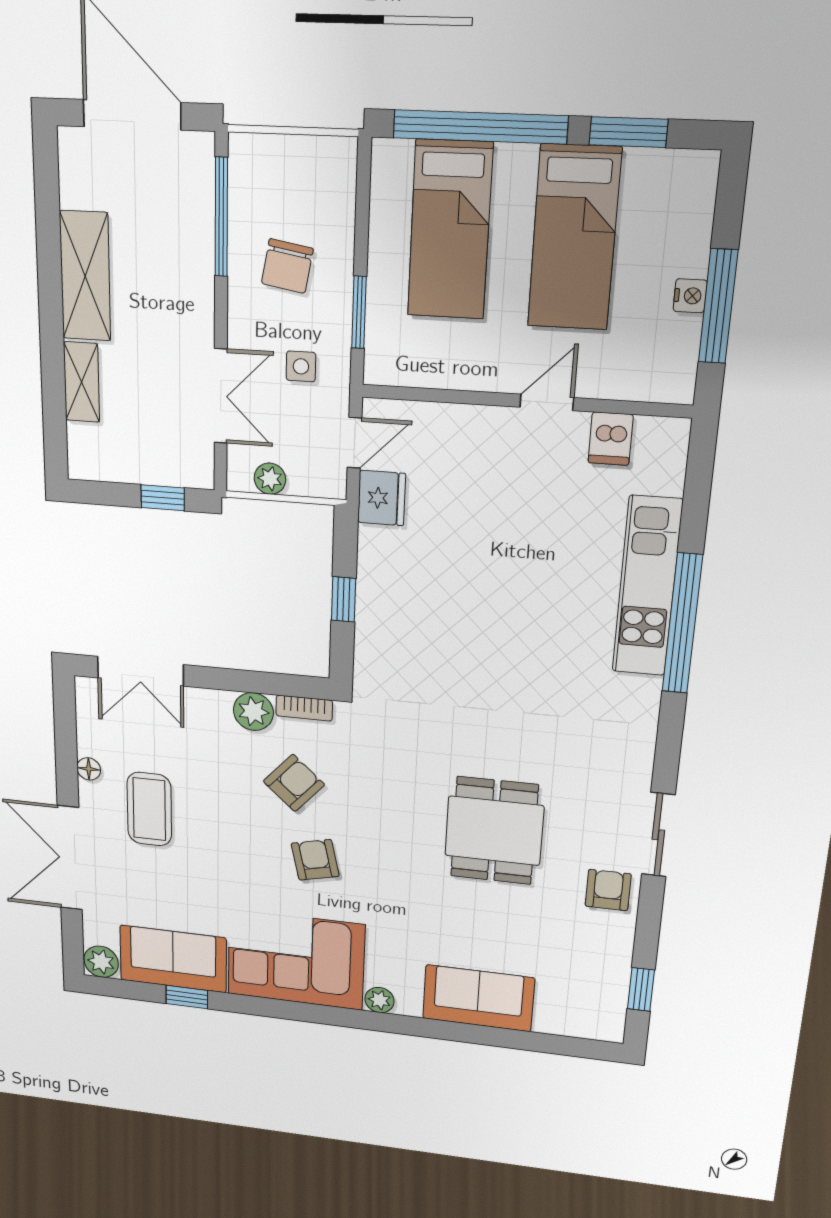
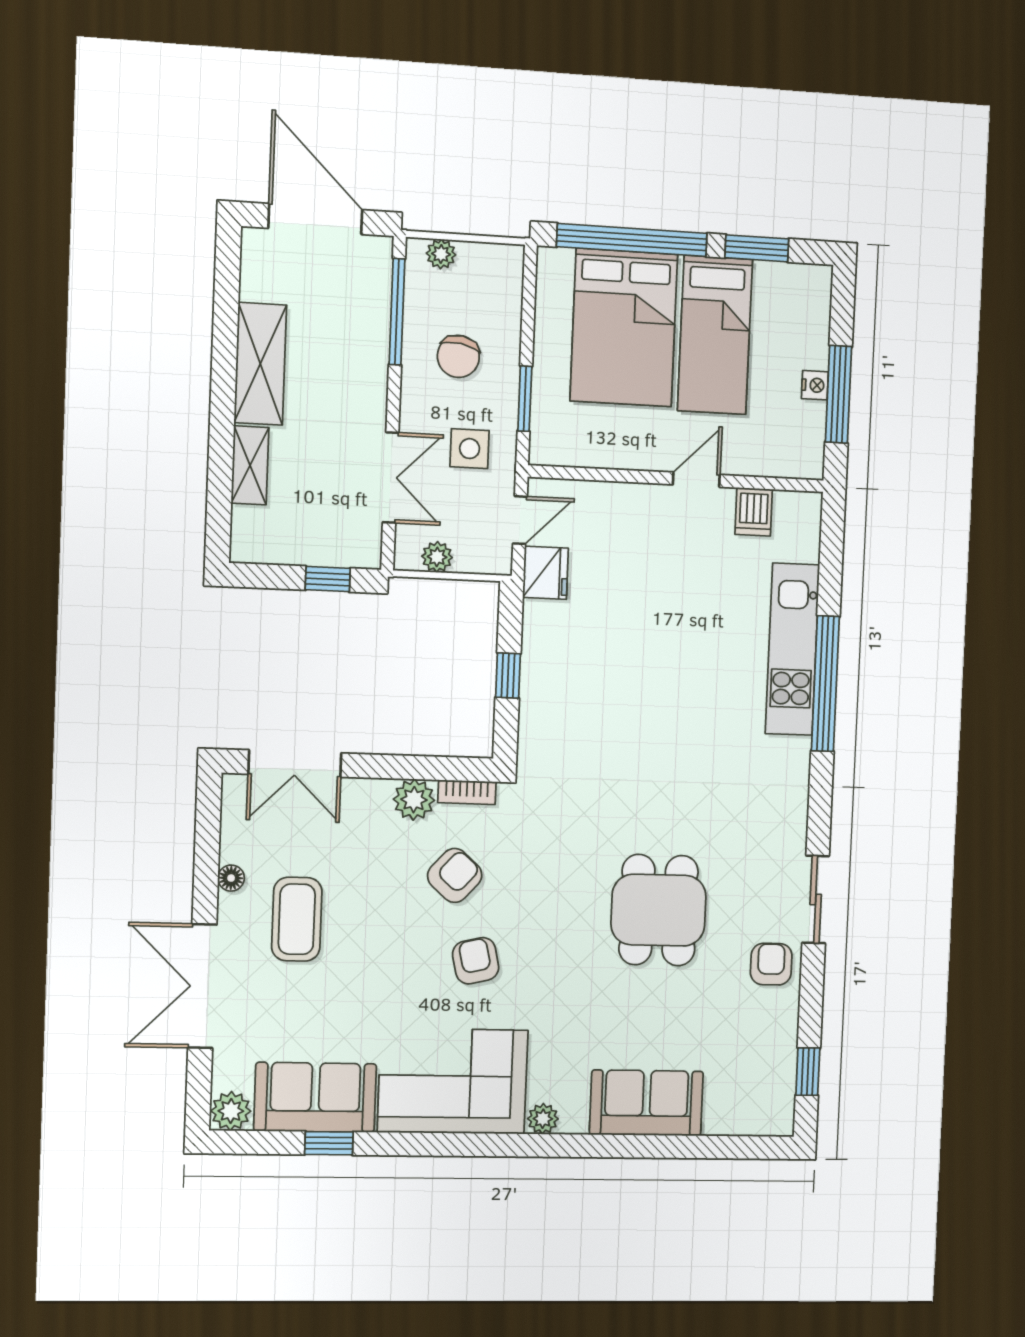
plant: (266, 150) -> (441, 254), added
bed: (450, 230) -> (624, 328), width x1.50
side table: (301, 366) -> (470, 449), width x1.37, depth x1.37

